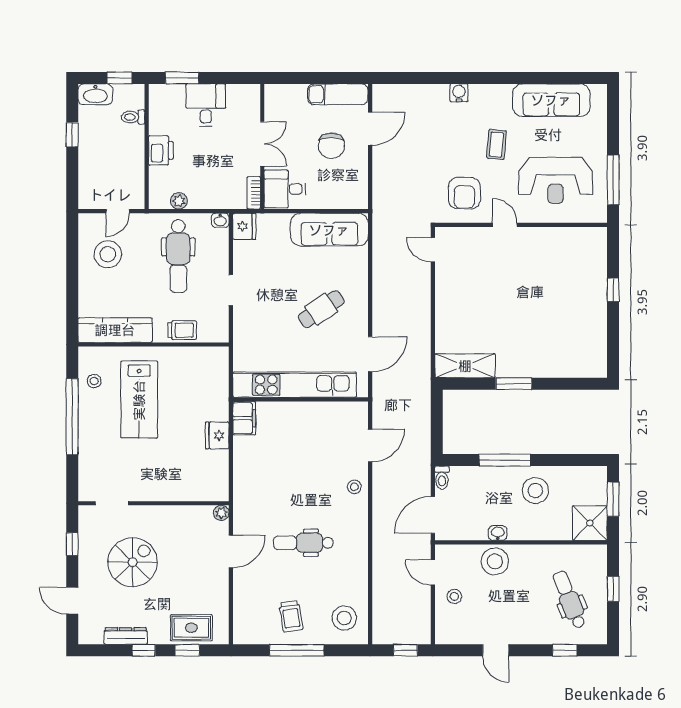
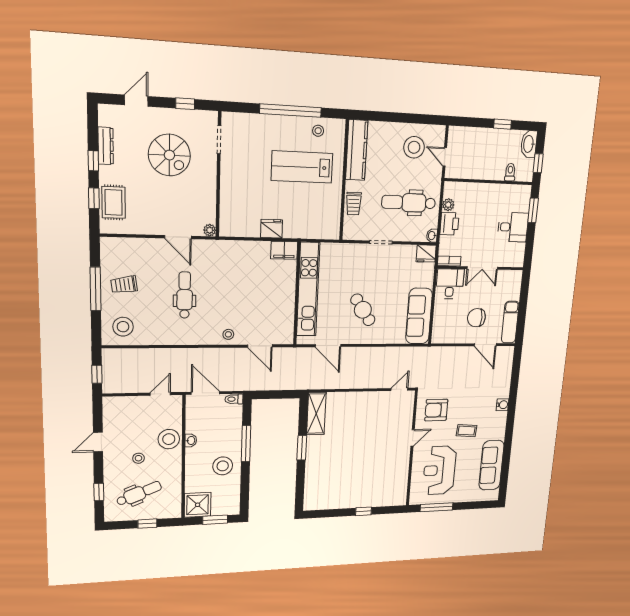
printer: (161, 150) -> (449, 224), moved, turned -90
stool: (454, 596) -> (138, 458), moved

